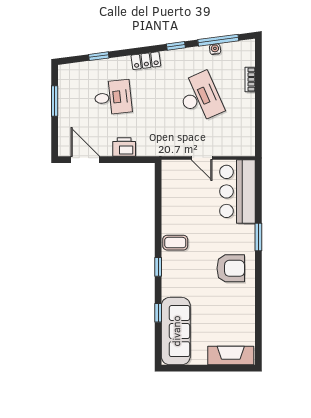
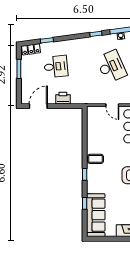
locker: (146, 61) -> (31, 49), moved
door: (85, 160) -> (38, 106), hinge flipped

